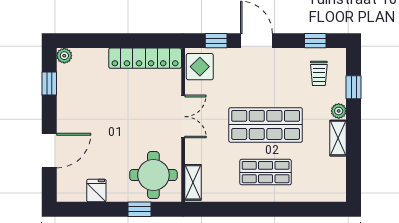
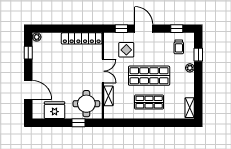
display table: (200, 67) -> (126, 50), moved
shelving: (338, 138) -> (190, 108), moved
door: (49, 151) -> (28, 90), hinge flipped
shelving: (193, 182) -> (109, 96), moved
fridge: (96, 190) -> (55, 110), width x1.88, depth x1.34

